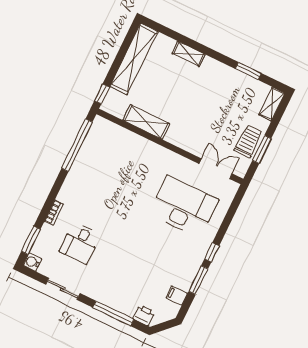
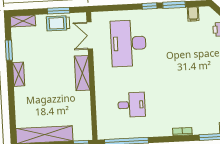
shelving: (189, 54) -> (19, 74), moved
shelving: (146, 122) -> (82, 73), moved
desk: (80, 243) -> (131, 105), moved

